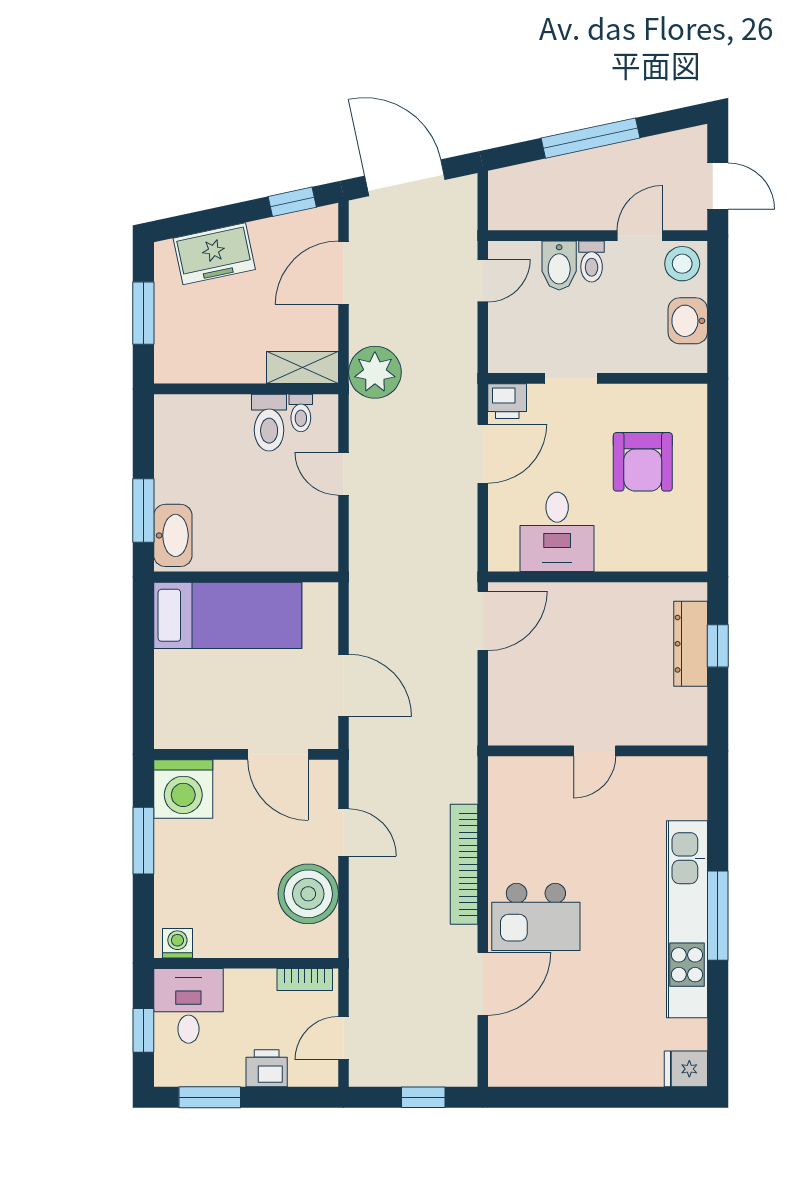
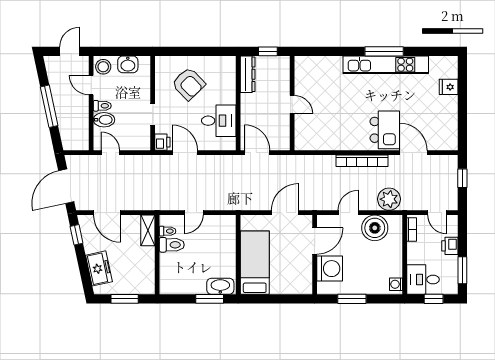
plant: (375, 372) -> (389, 199), moved
armchair: (643, 462) -> (189, 84), turned 46
dresser: (691, 644) -> (248, 74), moved, turned -90
door: (595, 751) -> (292, 105), moved
wall: (598, 751) -> (292, 103), moved
washing machine: (183, 789) -> (330, 269), moved
fridge: (686, 1069) -> (449, 87), moved, turned 90

